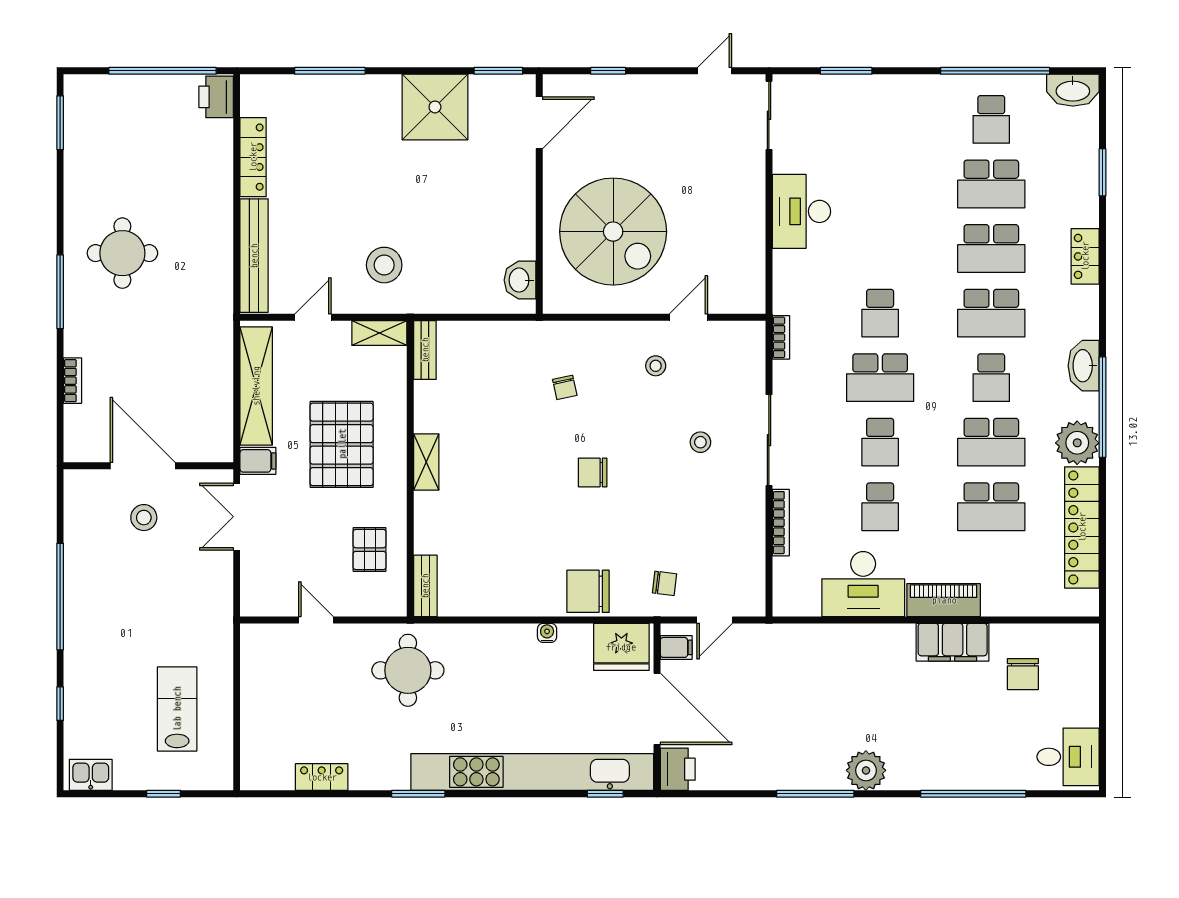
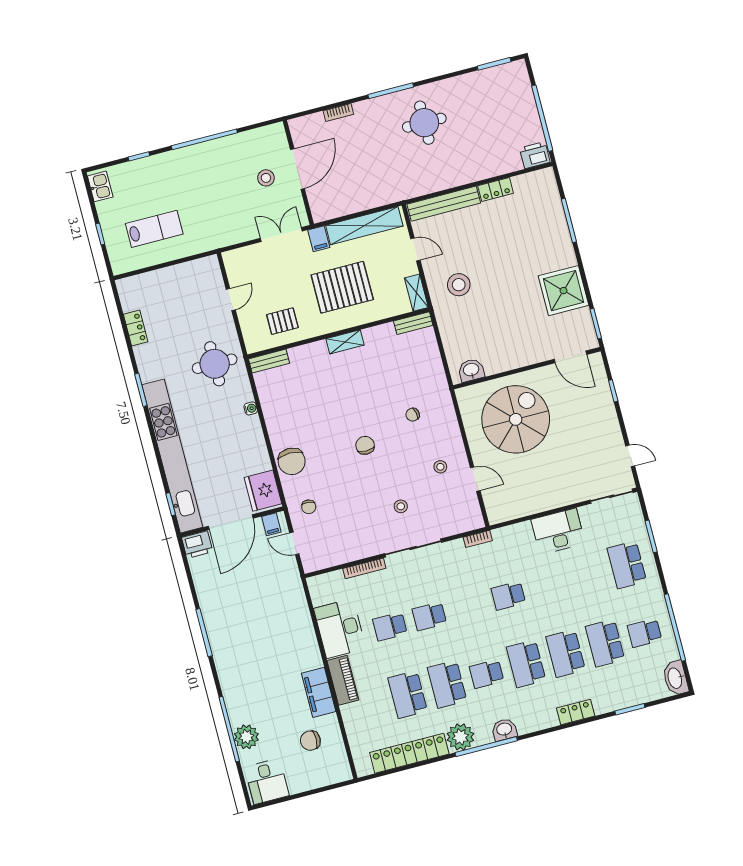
locker: (253, 157) -> (496, 189), width x0.66
spiral stairs: (613, 232) -> (516, 419), turned 180
washbasin: (1084, 366) -> (504, 730), width x0.72
school desk: (880, 378) -> (627, 565), moved
chair: (588, 591) -> (292, 461), turned 180
water cooler: (547, 633) -> (251, 408), moved
plant: (866, 770) -> (246, 737), moved

